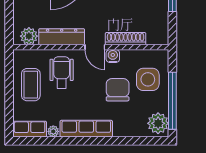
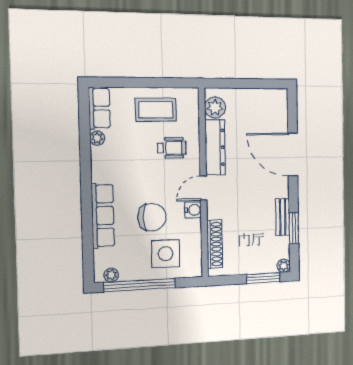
shoe rack: (126, 39) -> (215, 244), moved
wheelchair: (62, 72) -> (172, 148), width x0.73, depth x0.73
plant: (158, 123) -> (111, 275), width x0.53, depth x0.53
row of seats: (86, 129) -> (103, 216), moved

